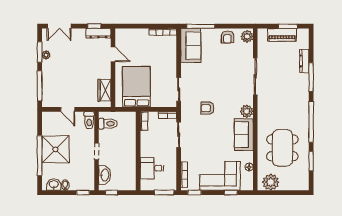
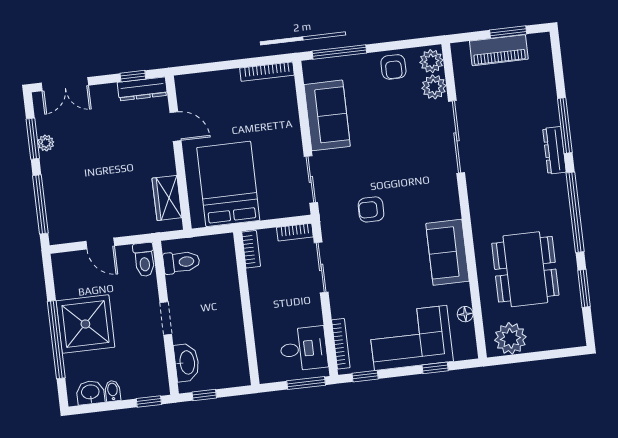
sofa: (191, 46) -> (327, 115), moved
dresser: (304, 61) -> (554, 150), moved
plant: (247, 111) -> (434, 87), moved
desk: (152, 168) -> (304, 349), moved, turned 180

